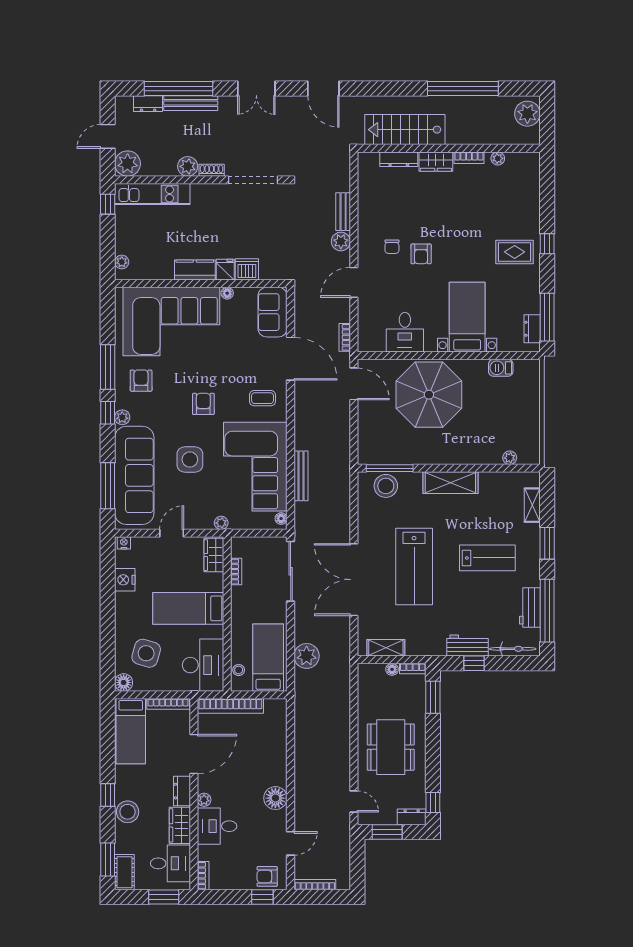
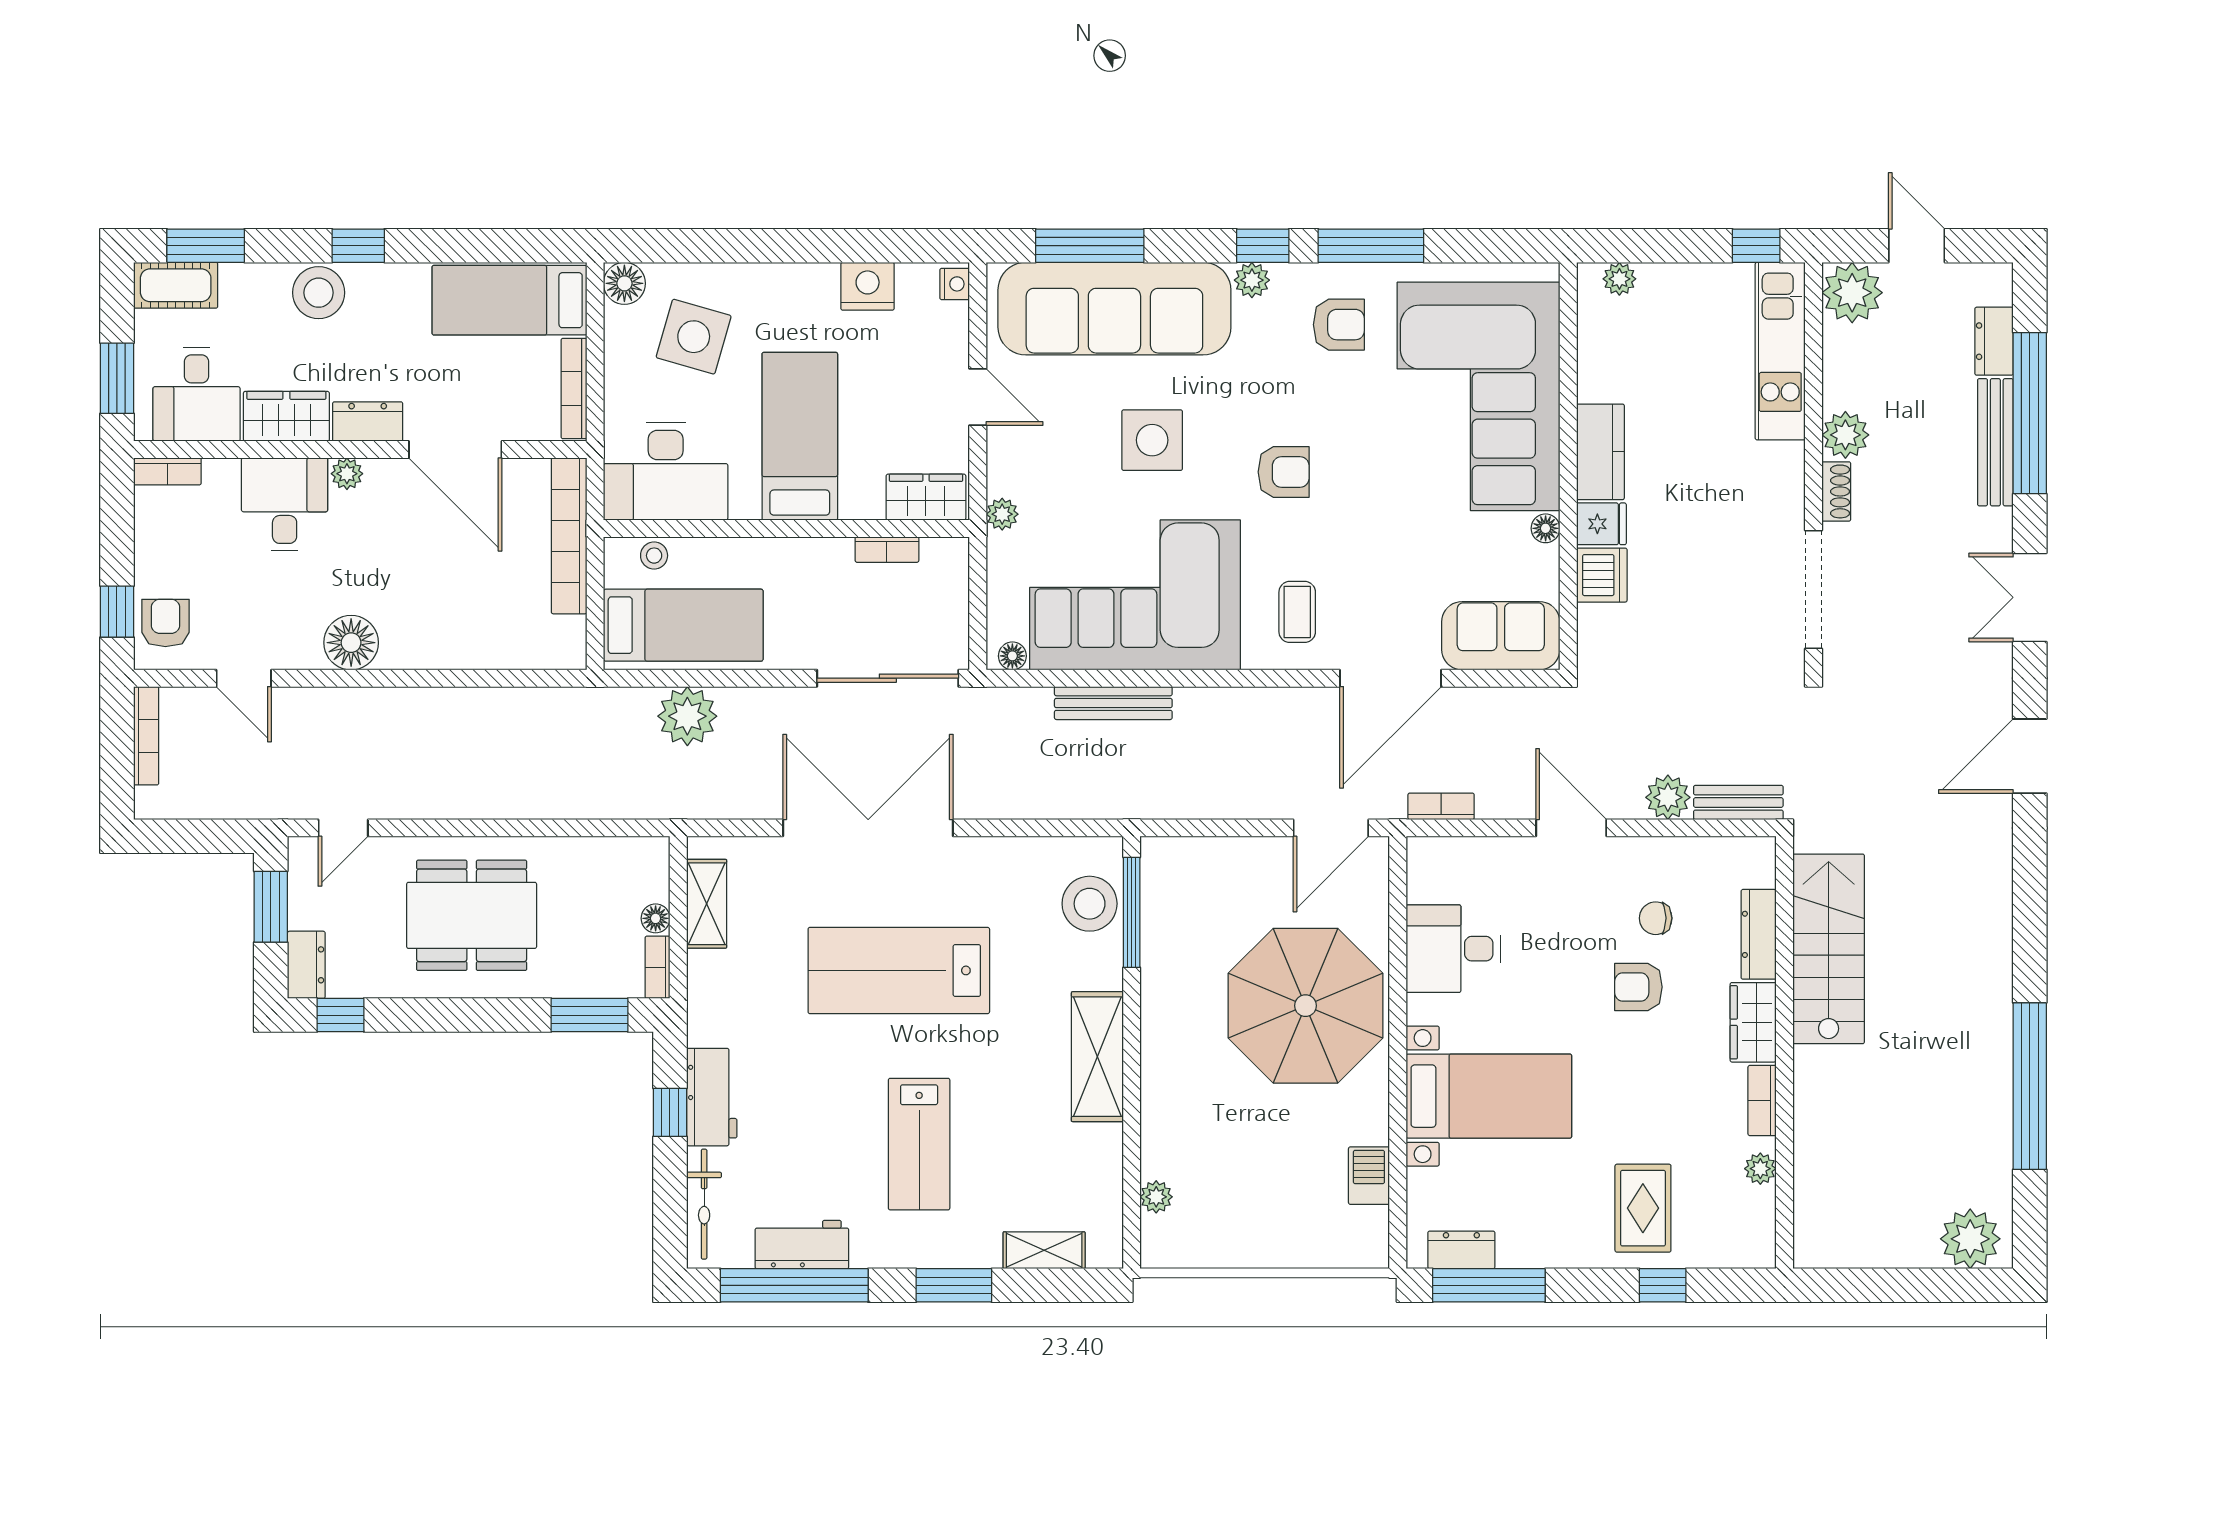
stairs: (405, 130) -> (1829, 949), moved
wall: (449, 148) -> (1784, 1052), moved
bookcase: (469, 158) -> (1762, 1101), moved
plant: (498, 158) -> (1760, 1169), moved
dresser: (399, 159) -> (1759, 934), moved
wardrobe: (436, 162) -> (1753, 1022), moved

